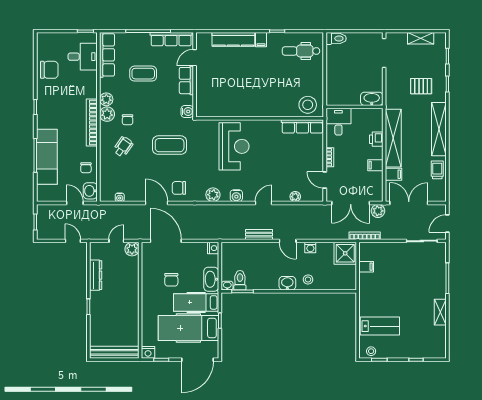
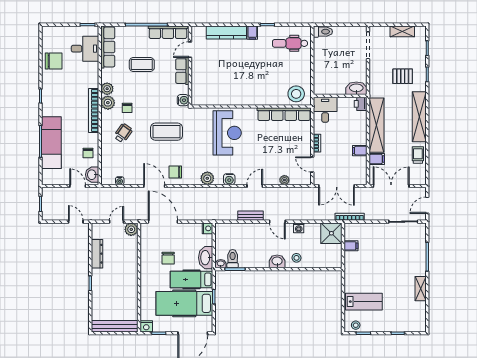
row of seats: (302, 126) -> (284, 114), width x1.36
printer: (376, 139) -> (361, 104), moved
plant: (378, 211) -> (362, 193), removed

